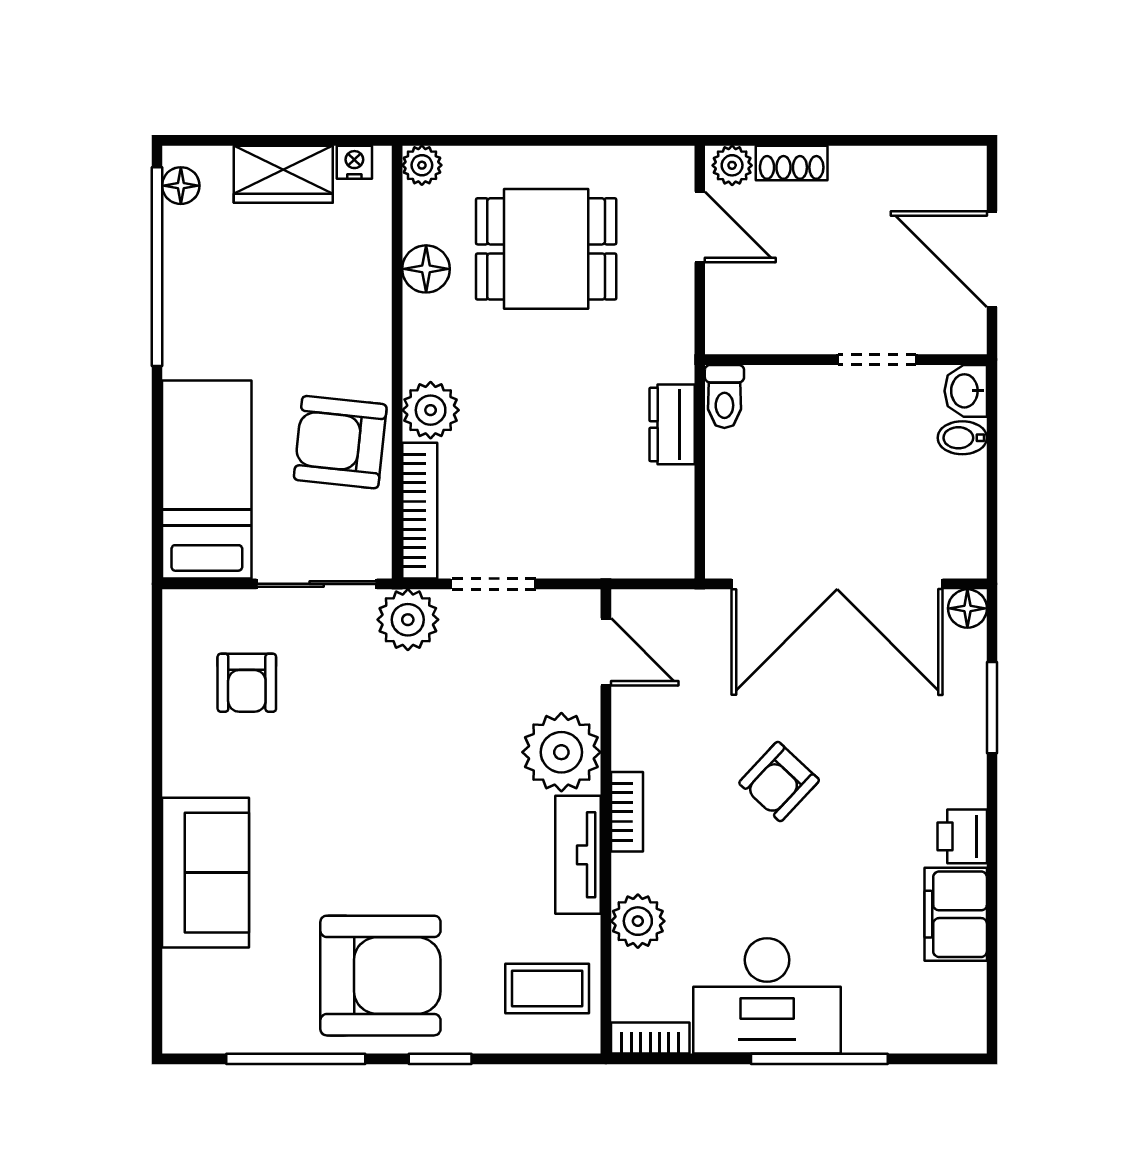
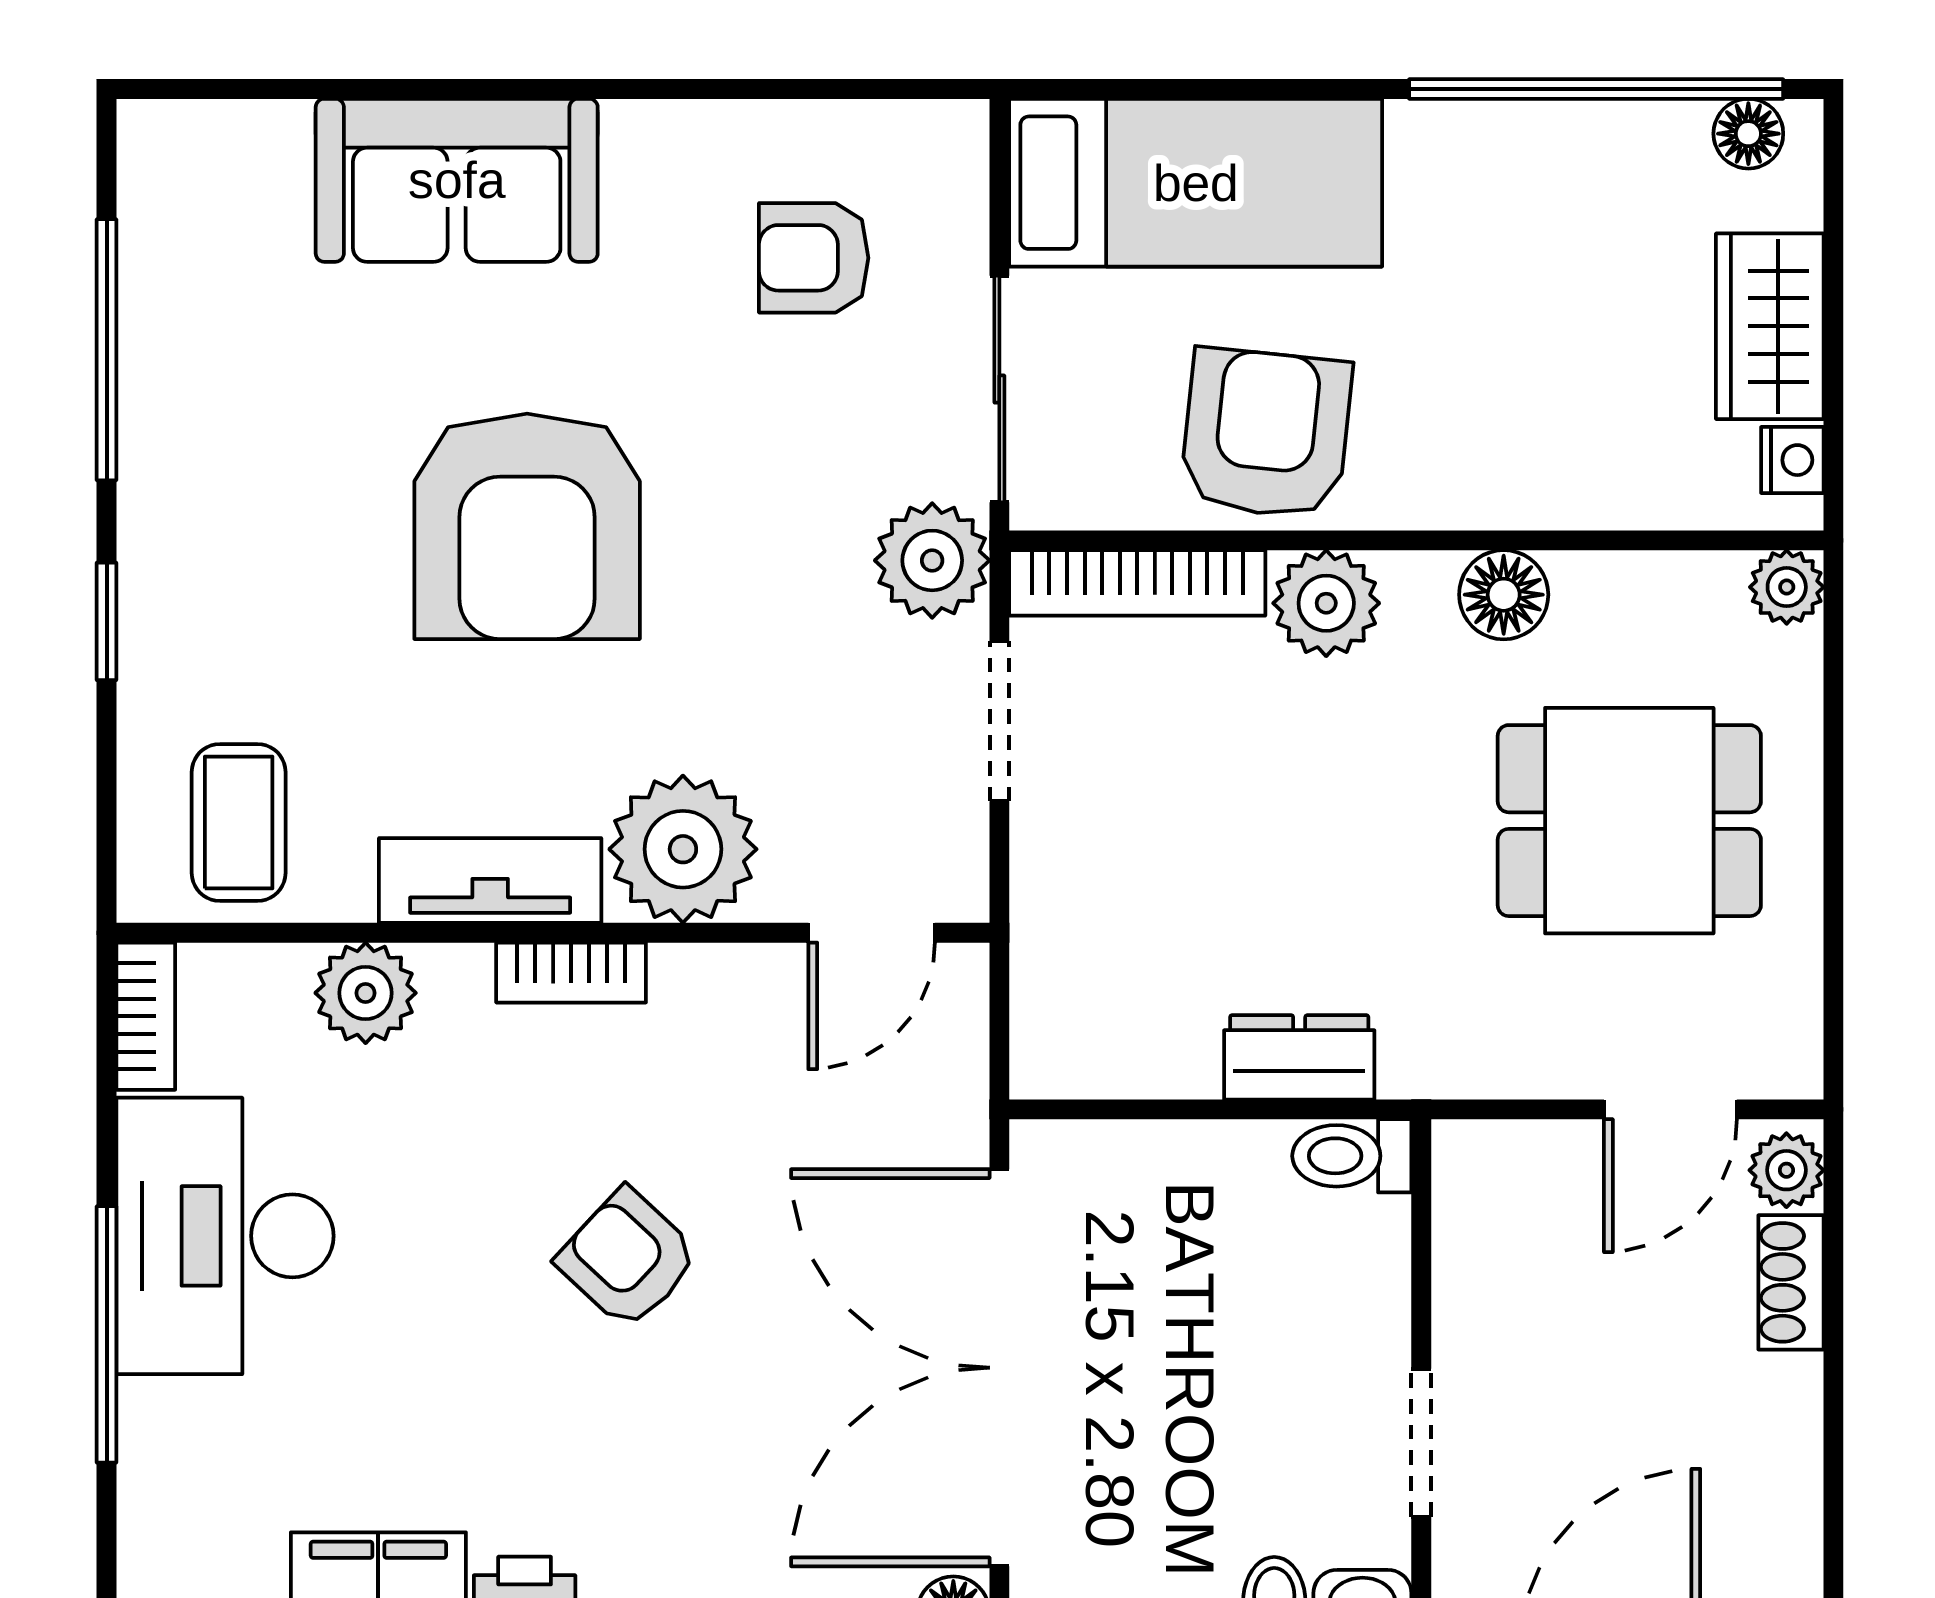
dining table: (546, 249) -> (1629, 821), turned 90
floor lamp: (426, 269) -> (1504, 595), moved
armchair: (380, 976) -> (527, 526), moved

